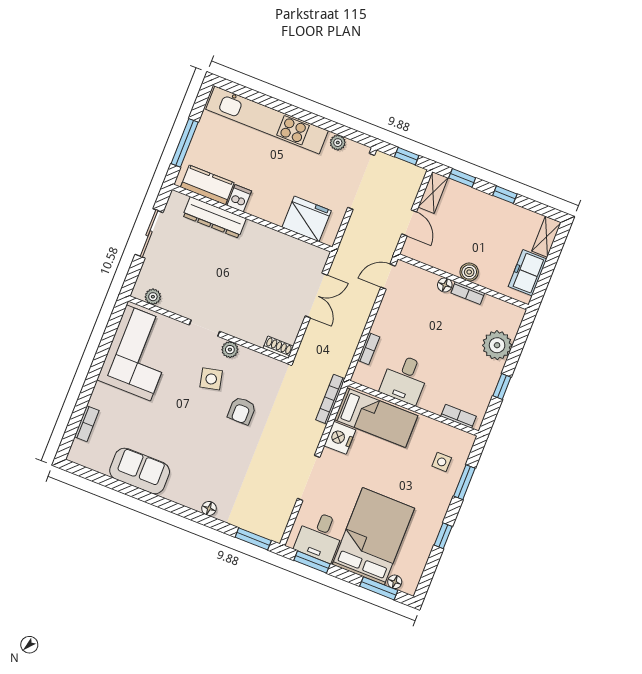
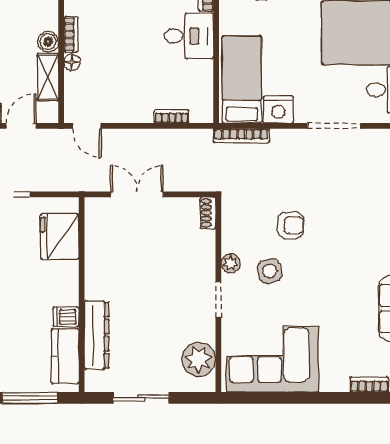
shelving: (440, 260) -> (48, 77), added
plant: (153, 297) -> (199, 359), width x1.87, depth x1.87
desk: (405, 379) -> (189, 36), moved

